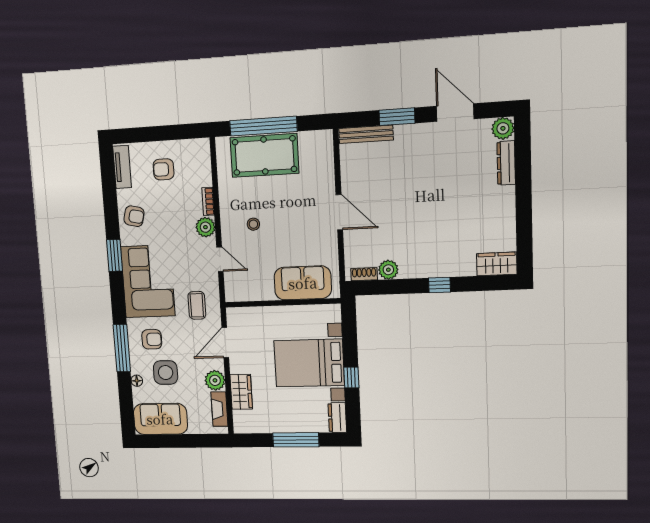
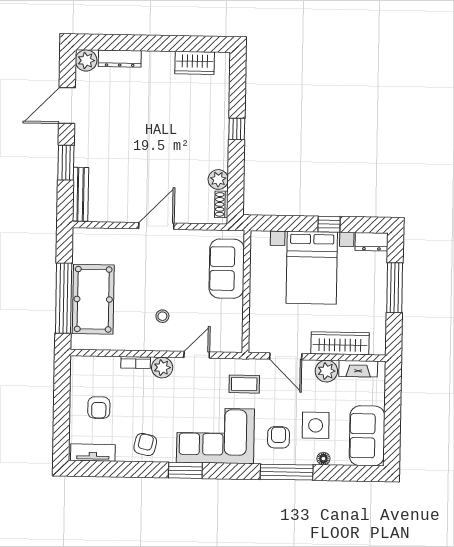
wardrobe: (497, 264) -> (195, 63), moved, turned -90
wardrobe: (241, 392) -> (340, 343), width x1.50

